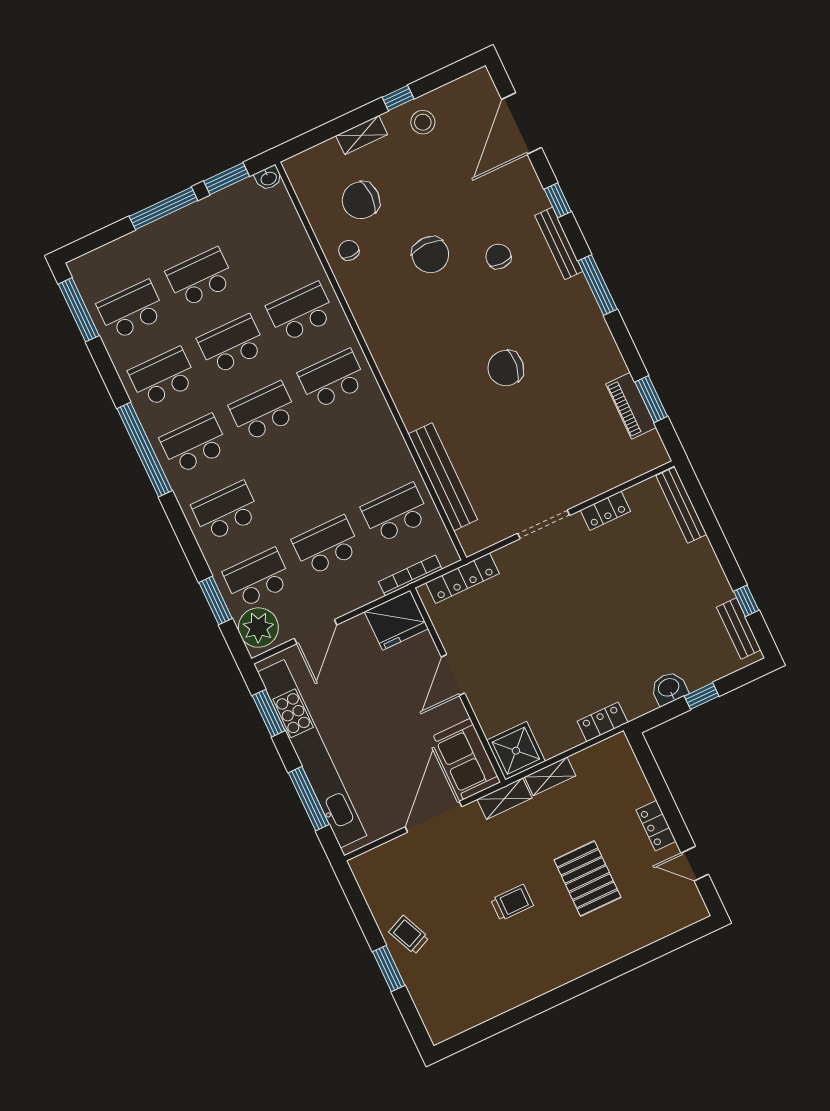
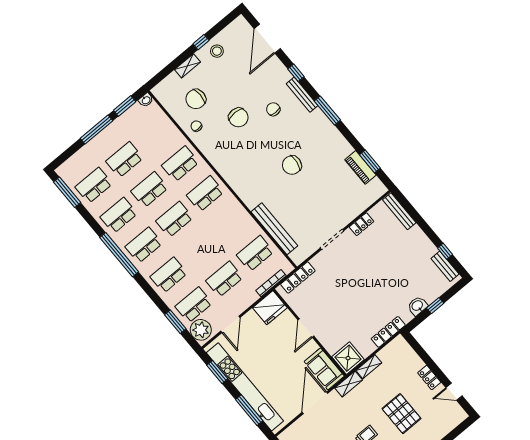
locker: (603, 722) -> (388, 332), width x1.53

